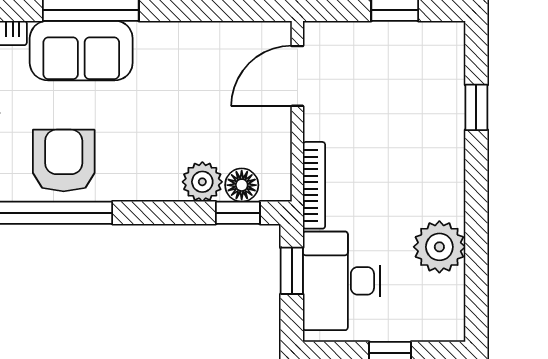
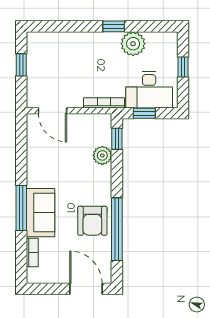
window: (476, 107) -> (114, 26), moved
armchair: (64, 161) -> (92, 221), turned -90
floor lamp: (242, 185) -> (104, 137), removed

